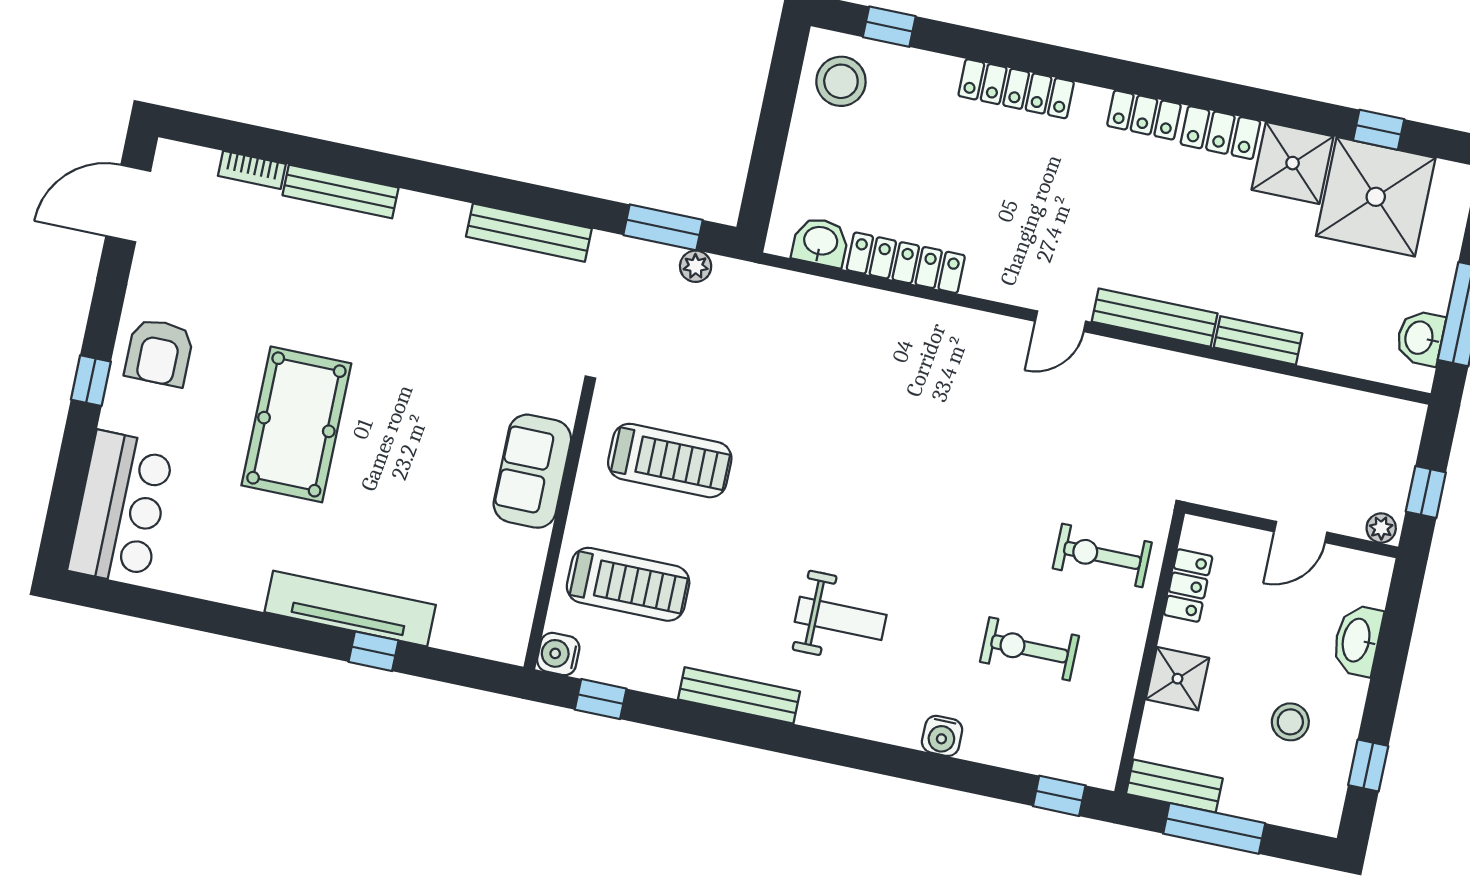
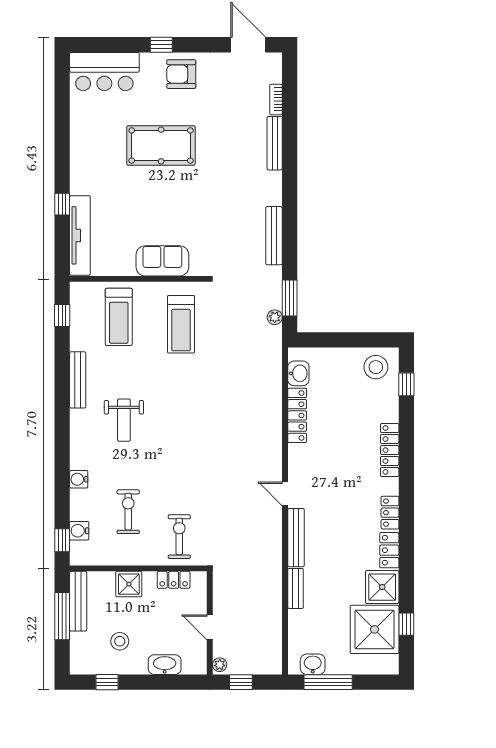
tv unit: (350, 609) -> (80, 235), moved
water cooler: (558, 654) -> (79, 531), moved, turned -90
bench: (1174, 786) -> (78, 601), width x1.36

